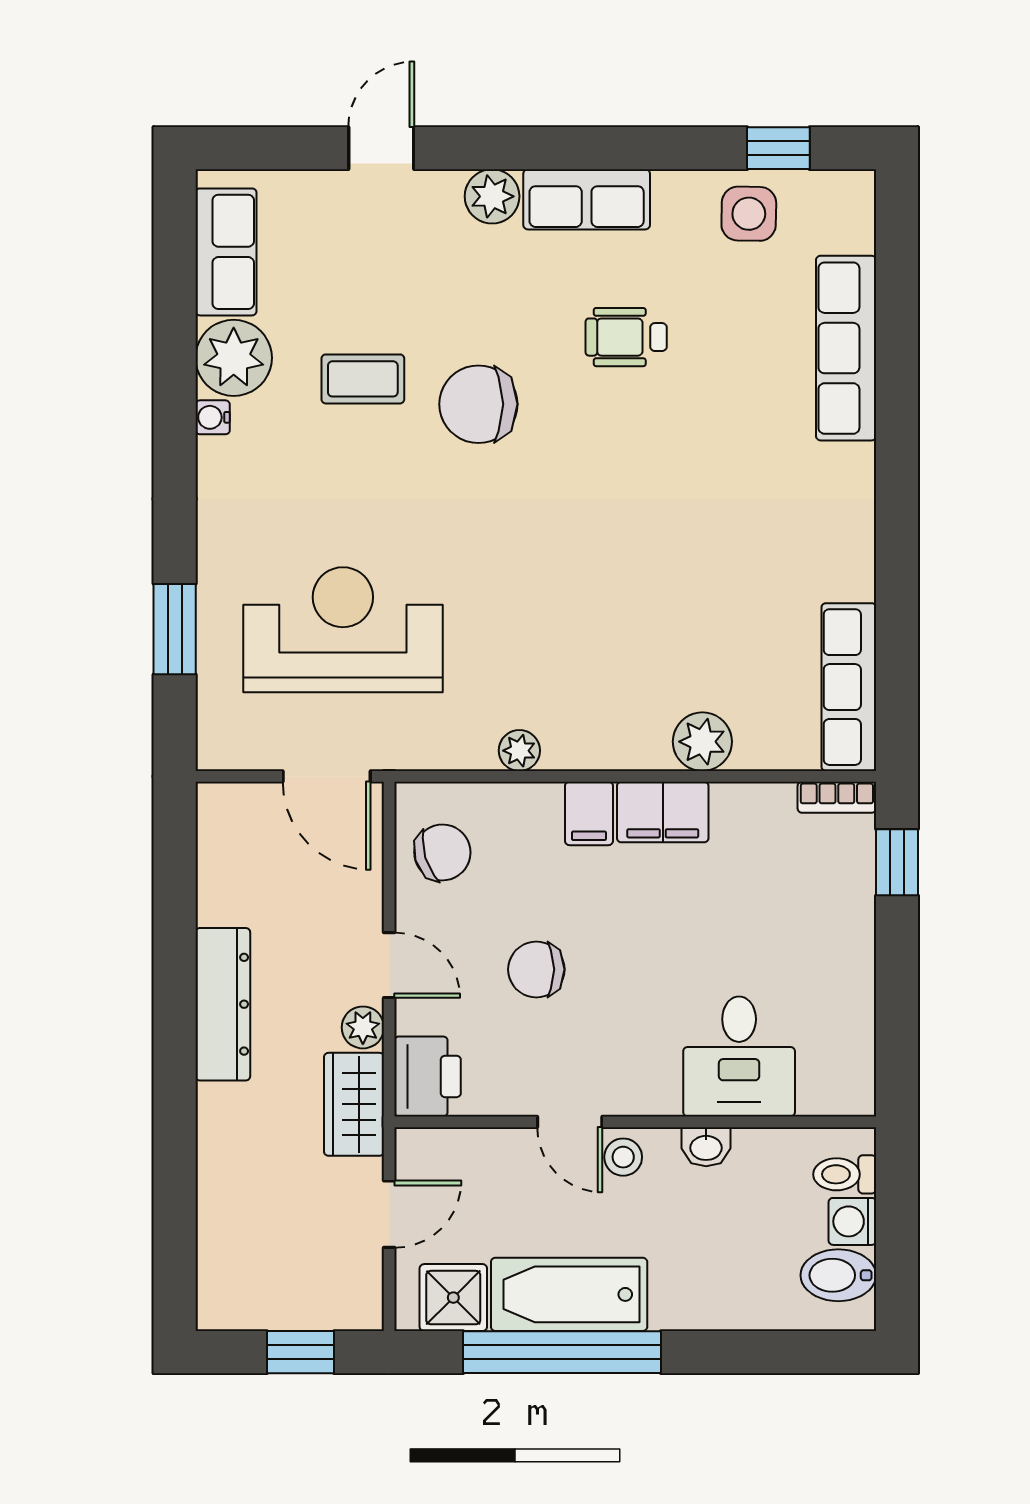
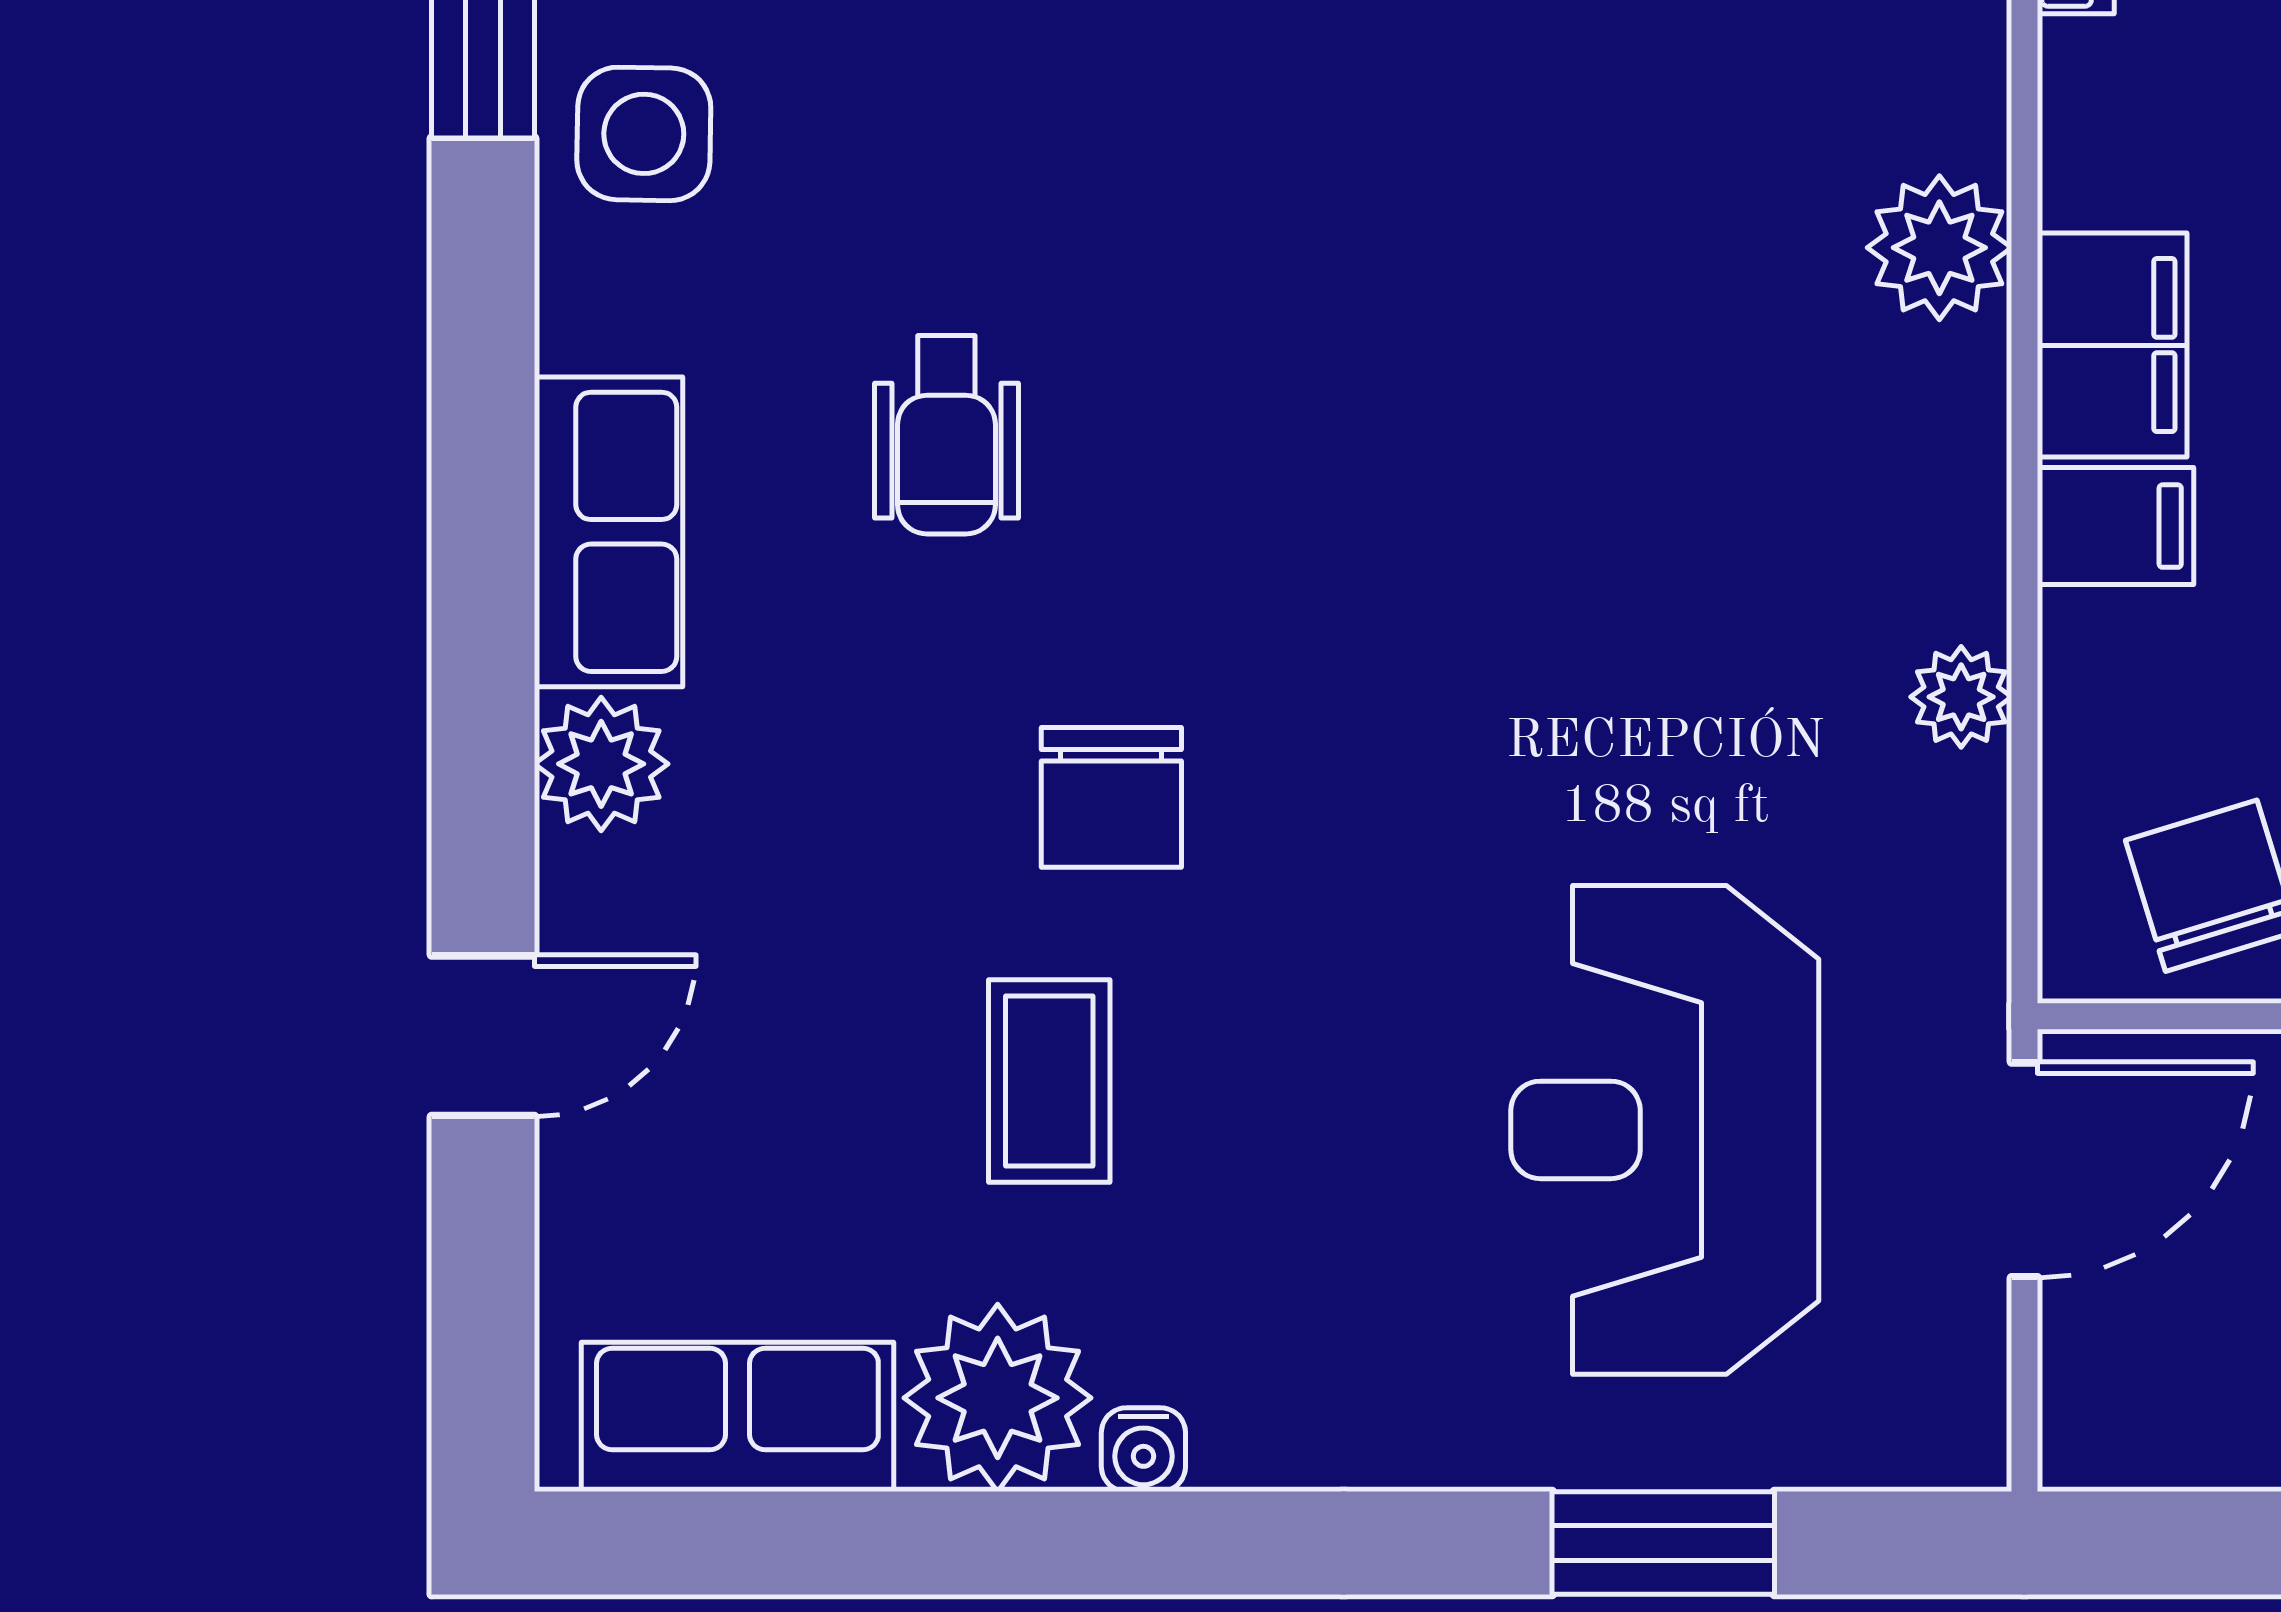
door: (381, 148) -> (483, 1036), swing flipped
chair: (478, 404) -> (1111, 797), width x0.73, depth x0.73

